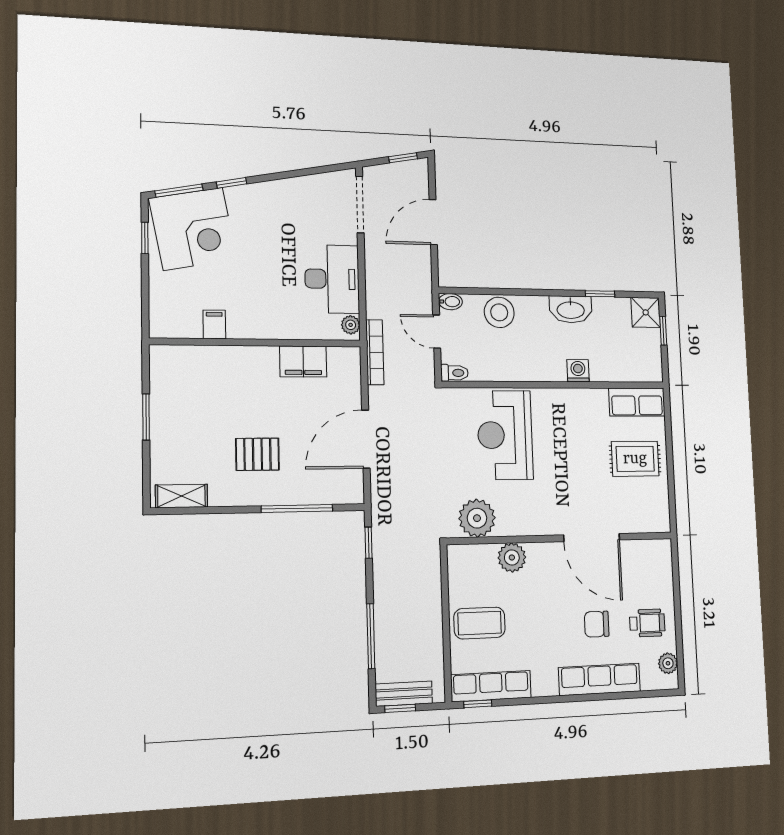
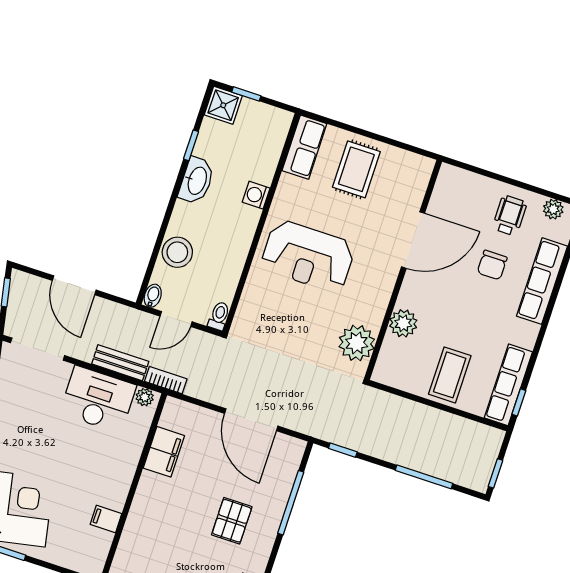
bookcase: (375, 352) -> (166, 380), width x0.64
reception desk: (505, 435) -> (308, 256), moved
bench: (404, 694) -> (120, 363), moved, turned 90

